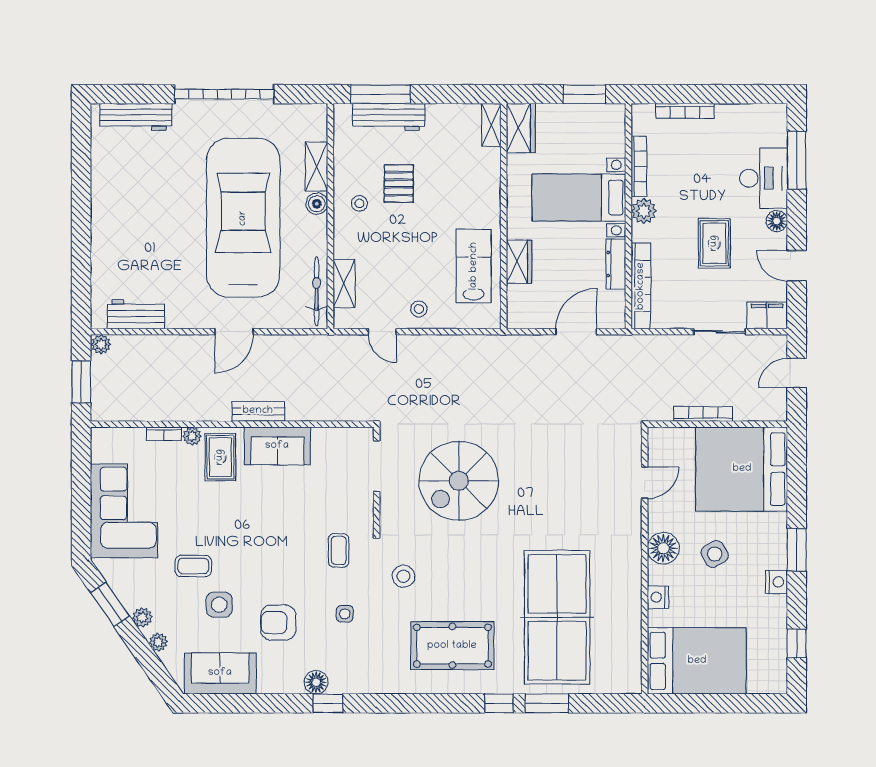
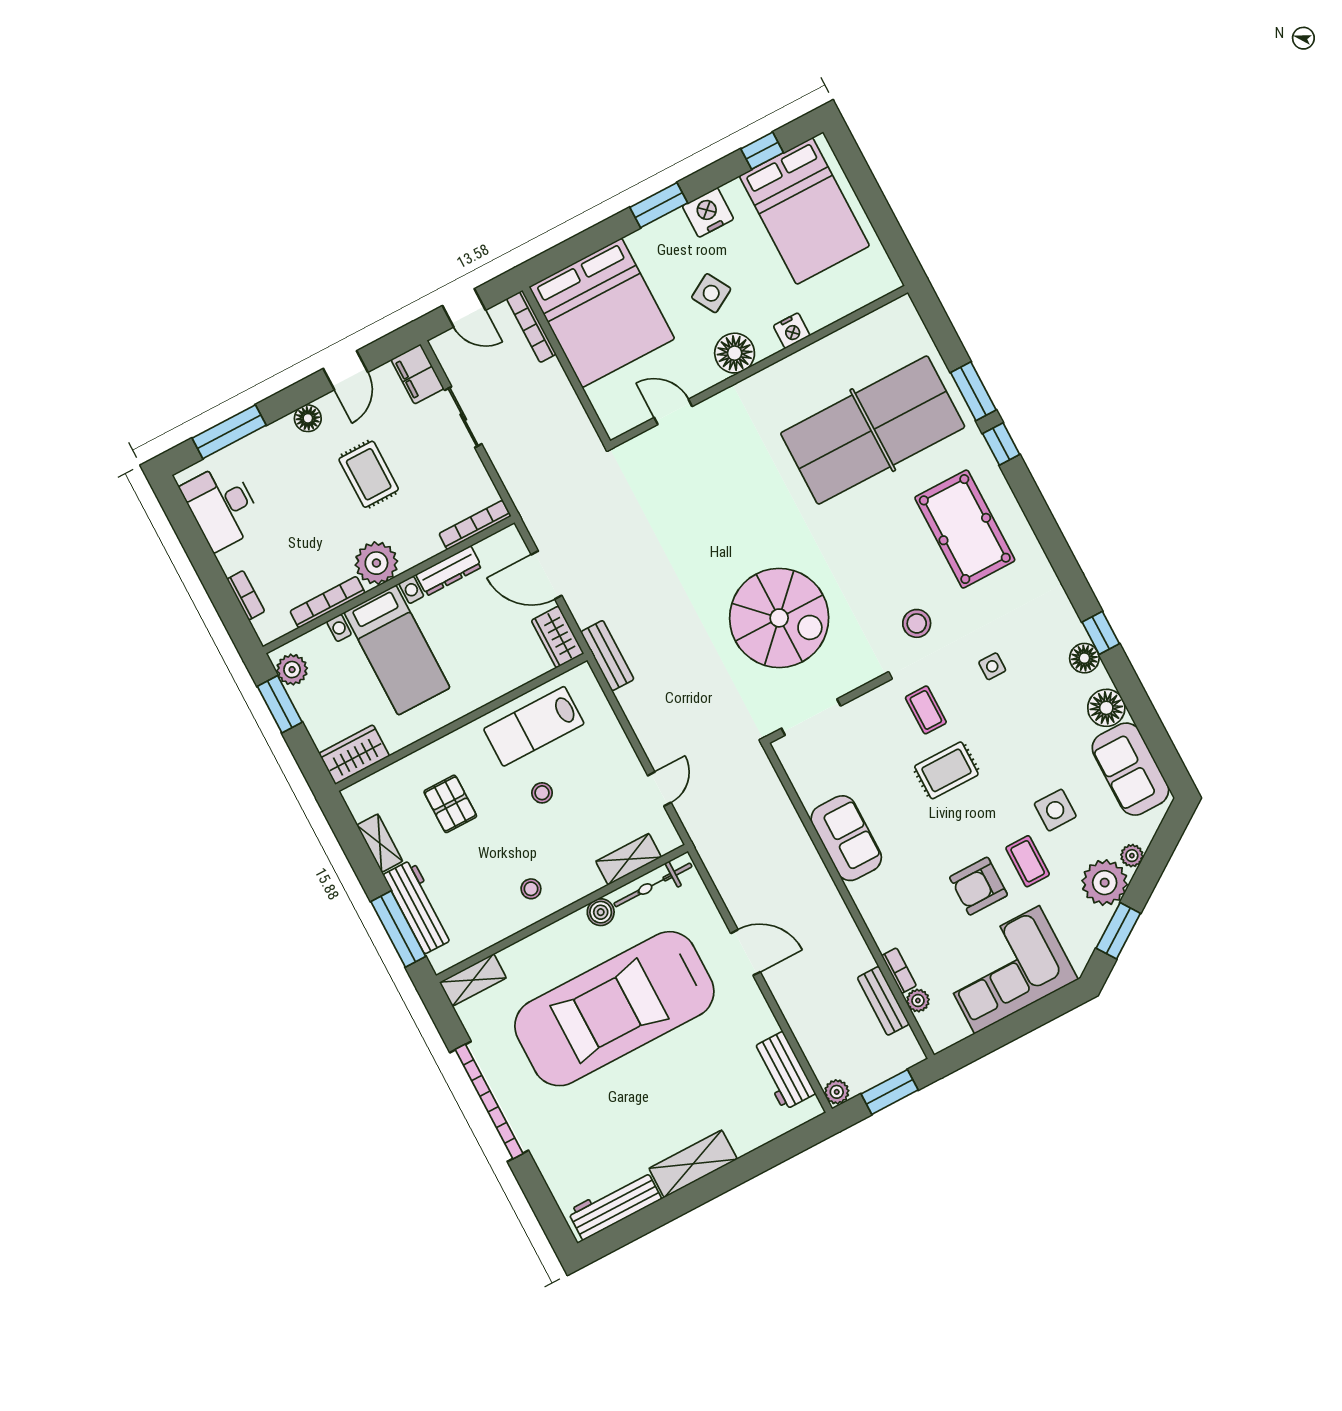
bookcase: (685, 111) -> (246, 595), width x0.64
plant: (604, 116) -> (292, 670), added
workbench: (136, 117) -> (615, 1205), moved, turned -90
shelving: (491, 125) -> (380, 843), moved, turned 90
shelving: (316, 166) -> (473, 980), moved
desk: (764, 178) -> (222, 506), moved, turned -90
pallet: (399, 184) -> (450, 804), moved, turned 90
boiler: (317, 204) -> (601, 912), moved
plant: (644, 211) -> (376, 563), width x1.36, depth x1.36
shelving: (104, 215) -> (693, 1164), added
rug: (714, 243) -> (369, 474), turned 90
wardrobe: (519, 262) -> (557, 637), moved, turned -90
bookcase: (641, 286) -> (475, 525), width x0.68, depth x0.76
stool: (419, 309) -> (542, 793), moved
bench: (496, 345) -> (607, 656), added
bench: (258, 411) -> (883, 1001), moved
bookcase: (703, 414) -> (531, 326), moved
plant: (192, 436) -> (918, 1001), moved
rug: (220, 457) -> (946, 770), moved
coffee table: (339, 550) -> (926, 710), turned 90
nightstand: (777, 582) -> (708, 213), width x1.36, depth x1.33
plant: (142, 618) -> (1105, 883), width x1.88, depth x1.88
armchair: (278, 623) -> (979, 886), moved, turned 90
bed: (697, 661) -> (804, 211), moved, turned 180
floor lamp: (273, 679) -> (1106, 708), added

